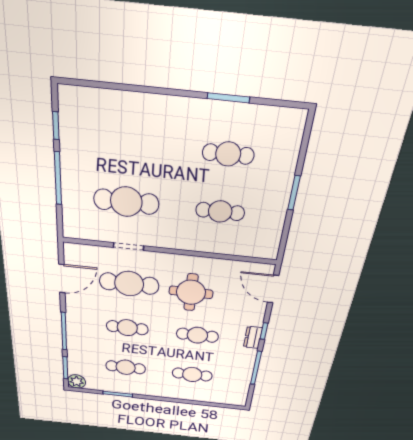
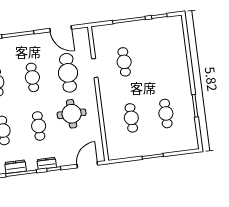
cafe table: (126, 202) -> (124, 62), width x0.73, depth x0.74
dresser: (245, 372) -> (15, 167), added

